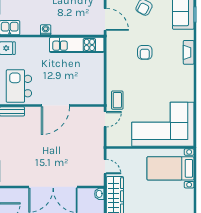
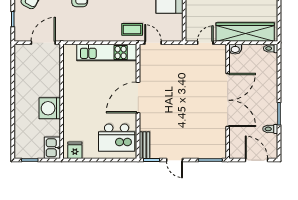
washing machine: (46, 30) -> (50, 108), width x1.89, depth x1.89
kitchen unit: (77, 45) -> (107, 52), moved, turned 90
door: (55, 106) -> (138, 97), swing flipped

